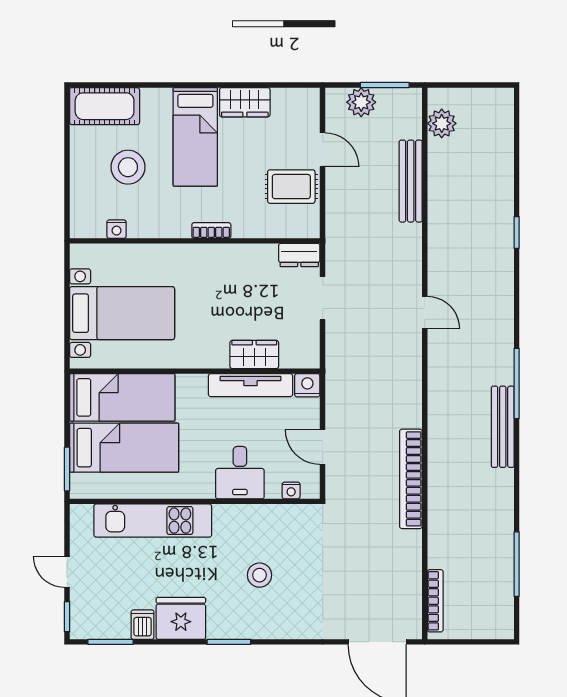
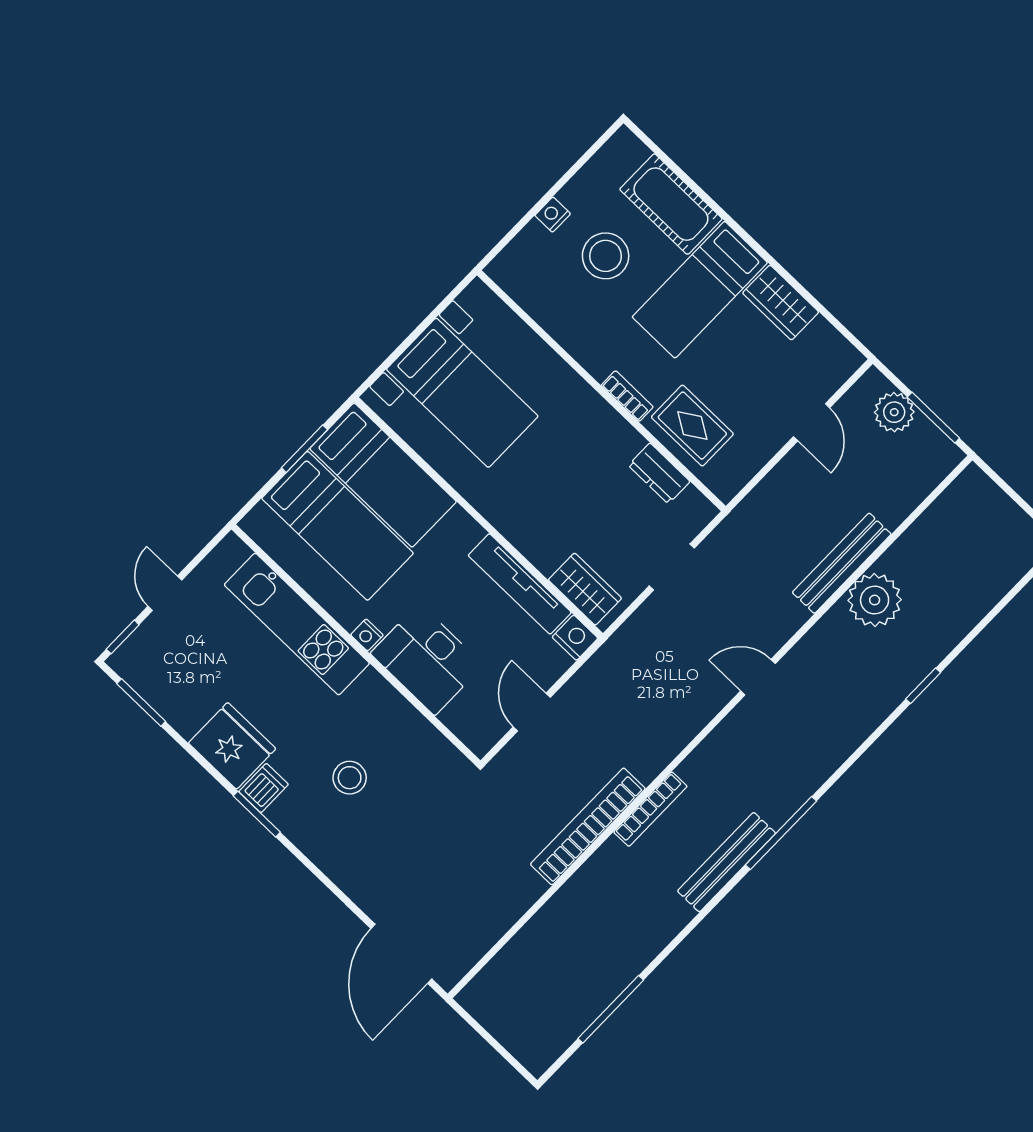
cot: (105, 106) -> (671, 204), moved
plant: (442, 123) -> (875, 600), moved, width x1.36, depth x1.36
bench: (411, 181) -> (842, 563), moved
rug: (291, 187) -> (692, 426), moved
nightstand: (117, 229) -> (553, 215), moved, turned 90
dresser: (299, 255) -> (659, 473), moved
door: (425, 313) -> (758, 677), swing flipped
wardrobe: (254, 354) -> (585, 589), moved
window: (67, 469) -> (304, 449), moved
desk: (240, 473) -> (427, 659), width x1.37
nightstand: (291, 490) -> (367, 635), moved
bookcase: (435, 601) -> (650, 809), moved
dishwasher: (143, 625) -> (264, 788), moved

